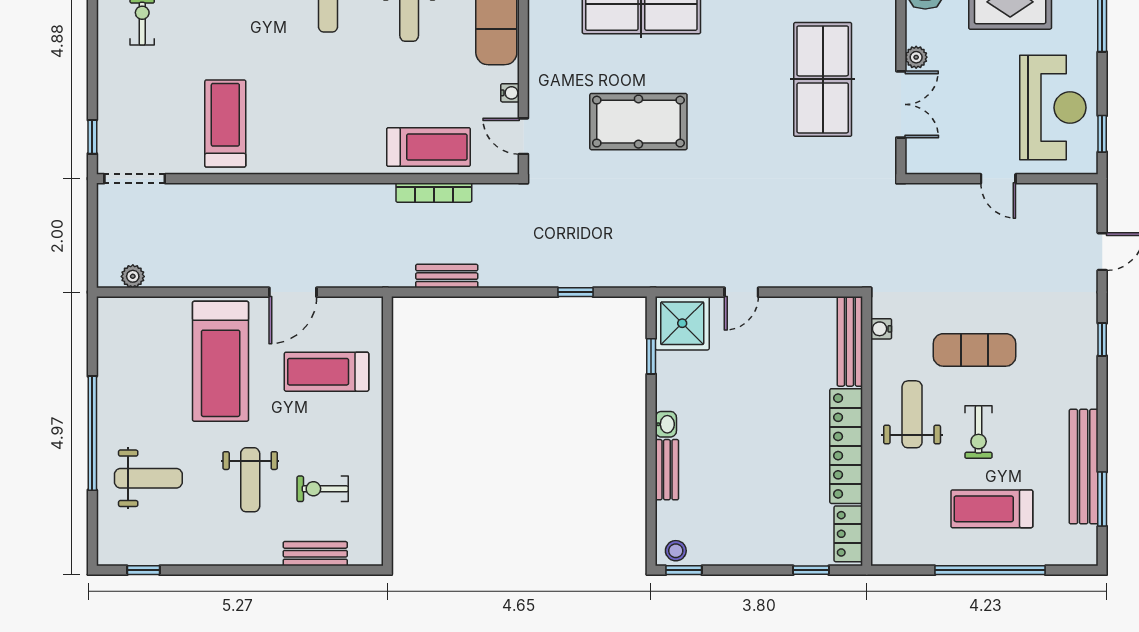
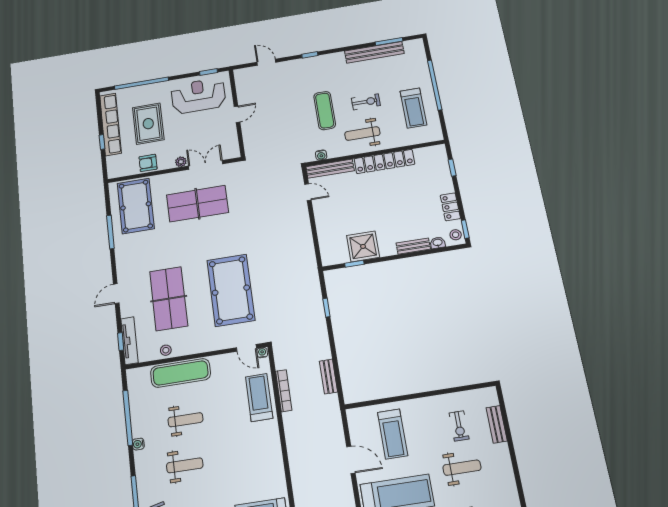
water cooler: (510, 93) -> (262, 353), moved
pool table: (638, 122) -> (231, 290), width x1.36, depth x1.32
door: (523, 136) -> (246, 348), hinge flipped
door: (741, 292) -> (308, 192), moved
shower: (682, 323) -> (363, 246), moved
washbasin: (666, 424) -> (438, 243), moved
treadmill: (992, 509) -> (413, 108), moved
locker: (848, 534) -> (450, 207), moved, turned 90

